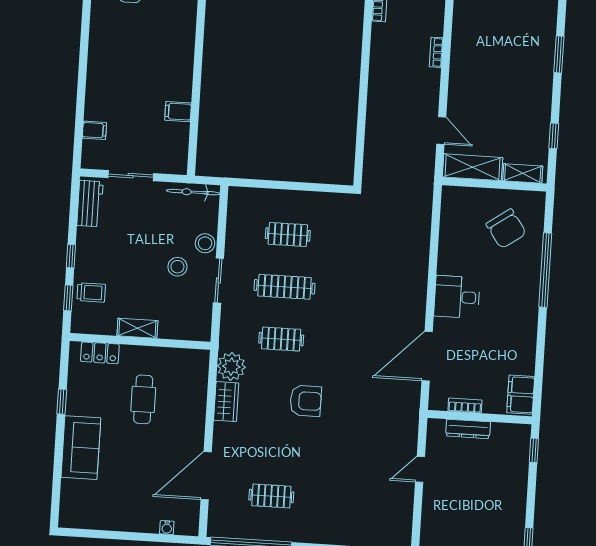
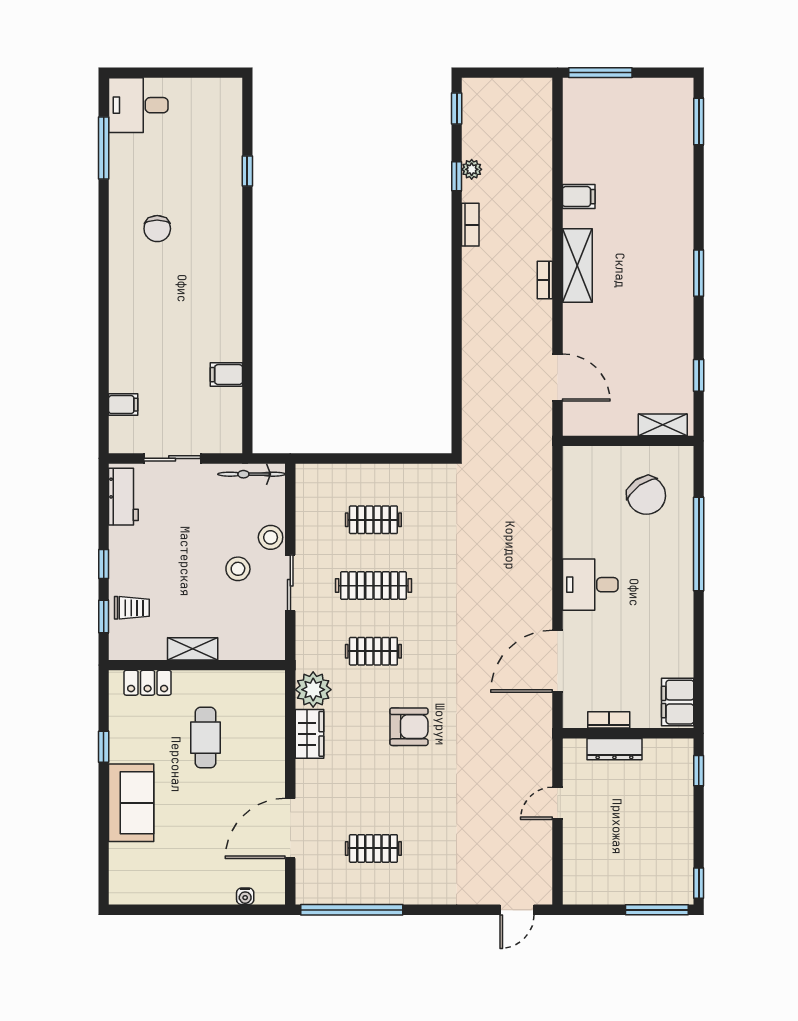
door: (441, 131) -> (558, 378), width x1.38
shelving: (473, 167) -> (577, 266), moved, turned 90

